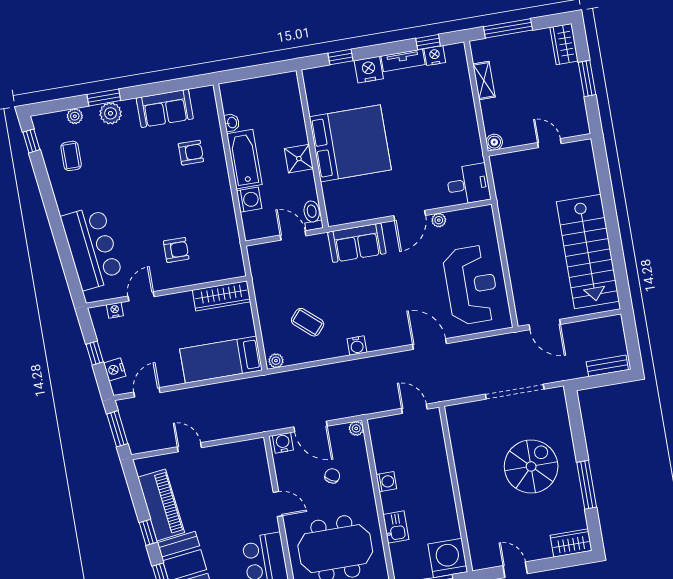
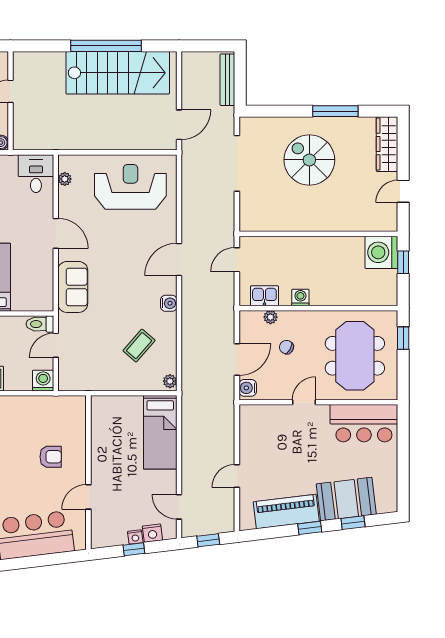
washing machine: (249, 200) -> (43, 381), moved
plant: (439, 220) -> (65, 179), moved
window: (614, 235) -> (106, 46), added
armchair: (176, 250) -> (51, 457), turned 90
door: (141, 296) -> (88, 497), hinge flipped
wardrobe: (222, 296) -> (101, 422), removed
nightstand: (115, 310) -> (135, 537), moved, turned -97
door: (430, 344) -> (179, 259), moved
bench: (607, 366) -> (227, 80), width x1.36
plant: (356, 428) -> (270, 317), moved
window: (117, 429) -> (208, 540), width x0.67
kitchen sink: (396, 527) -> (264, 296), moved
wardrobe: (571, 543) -> (387, 144), width x1.50

